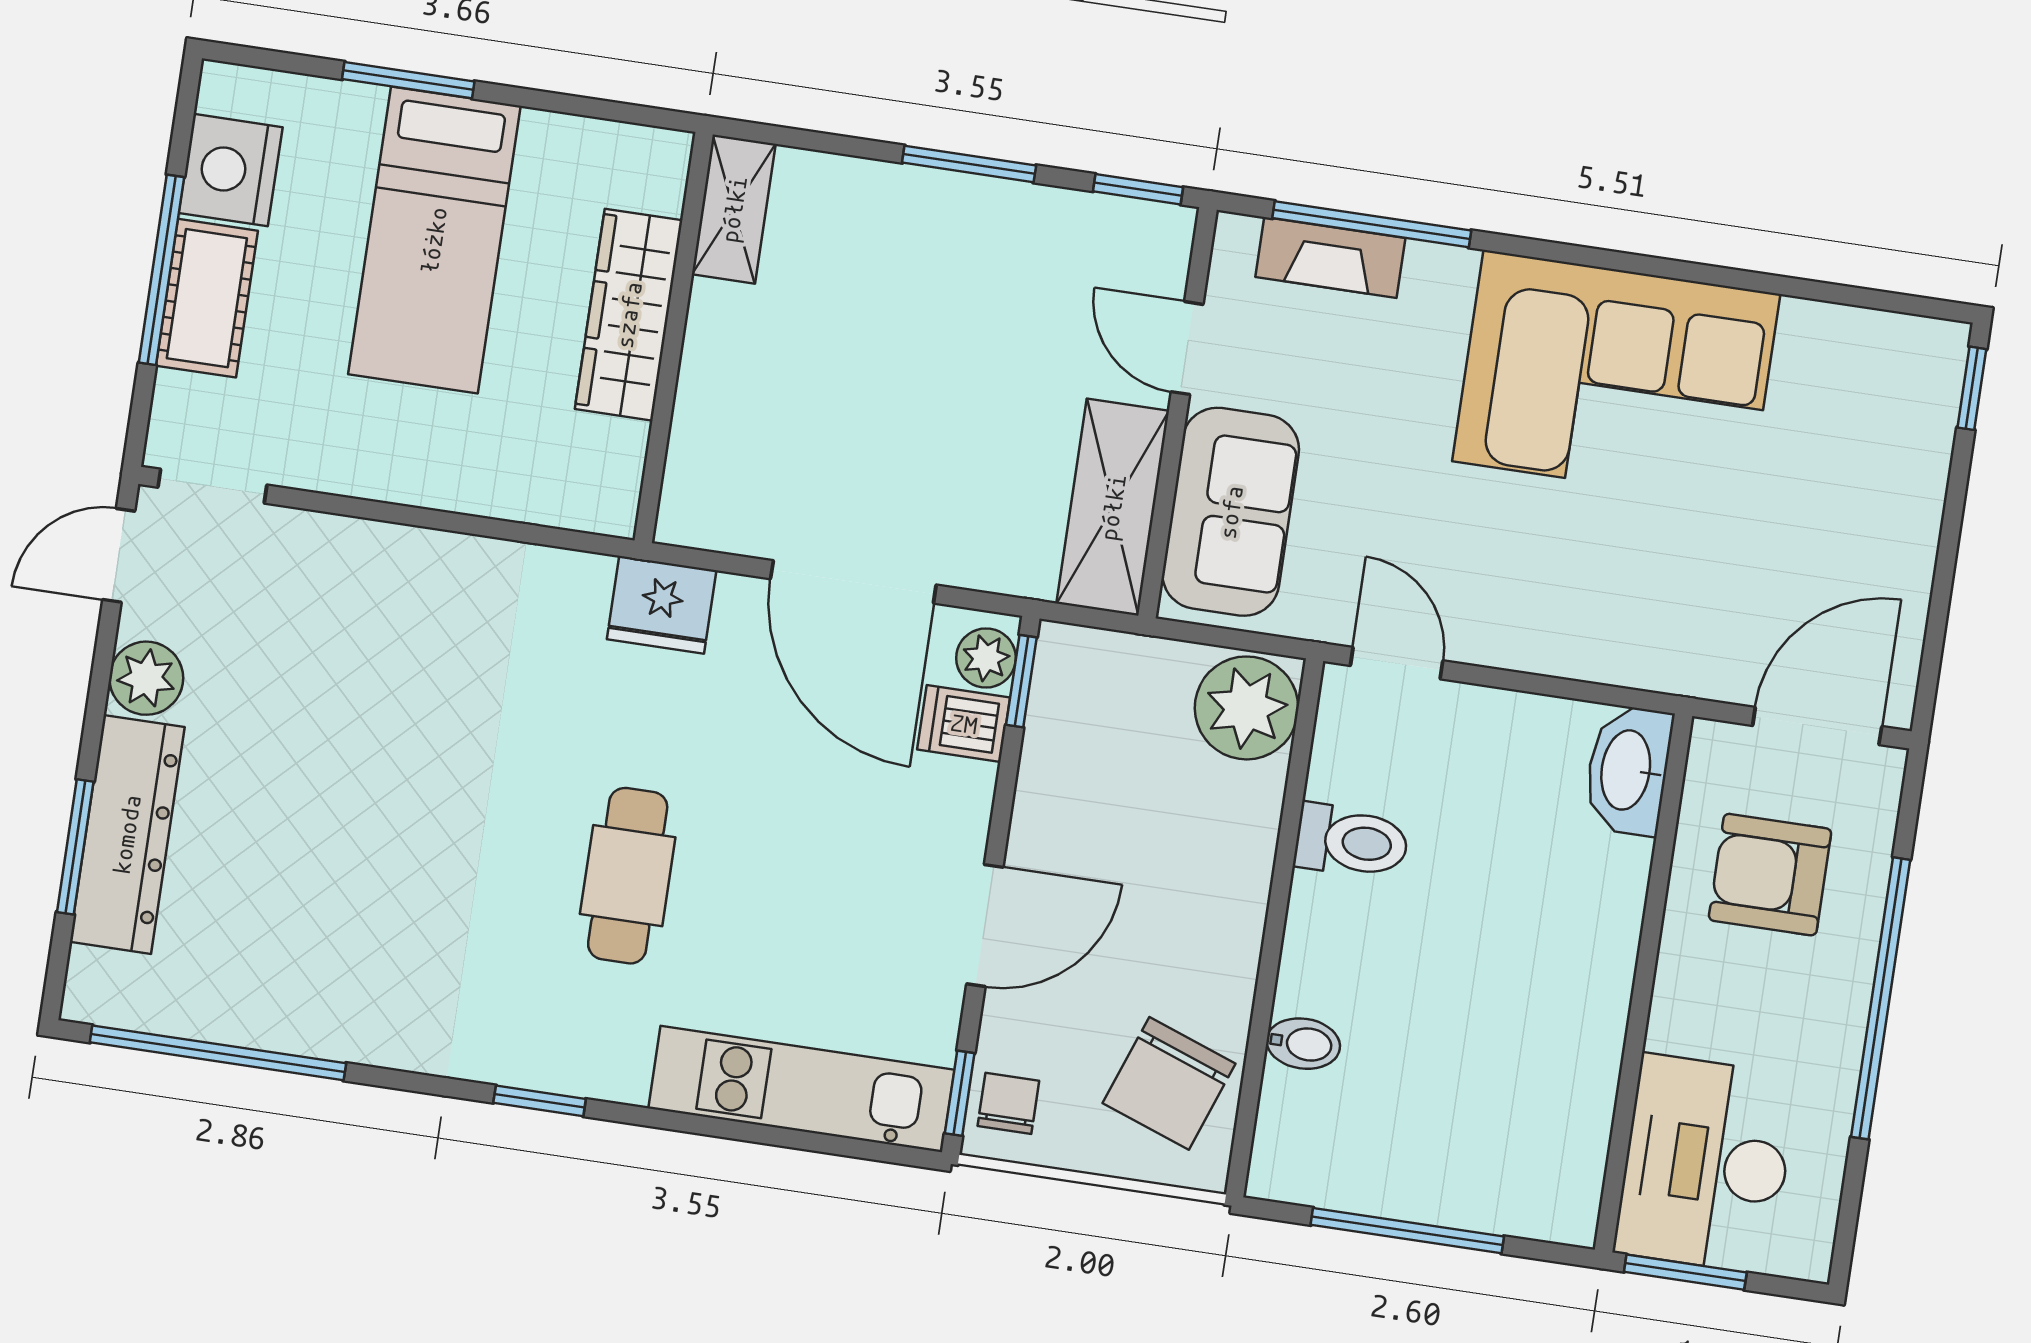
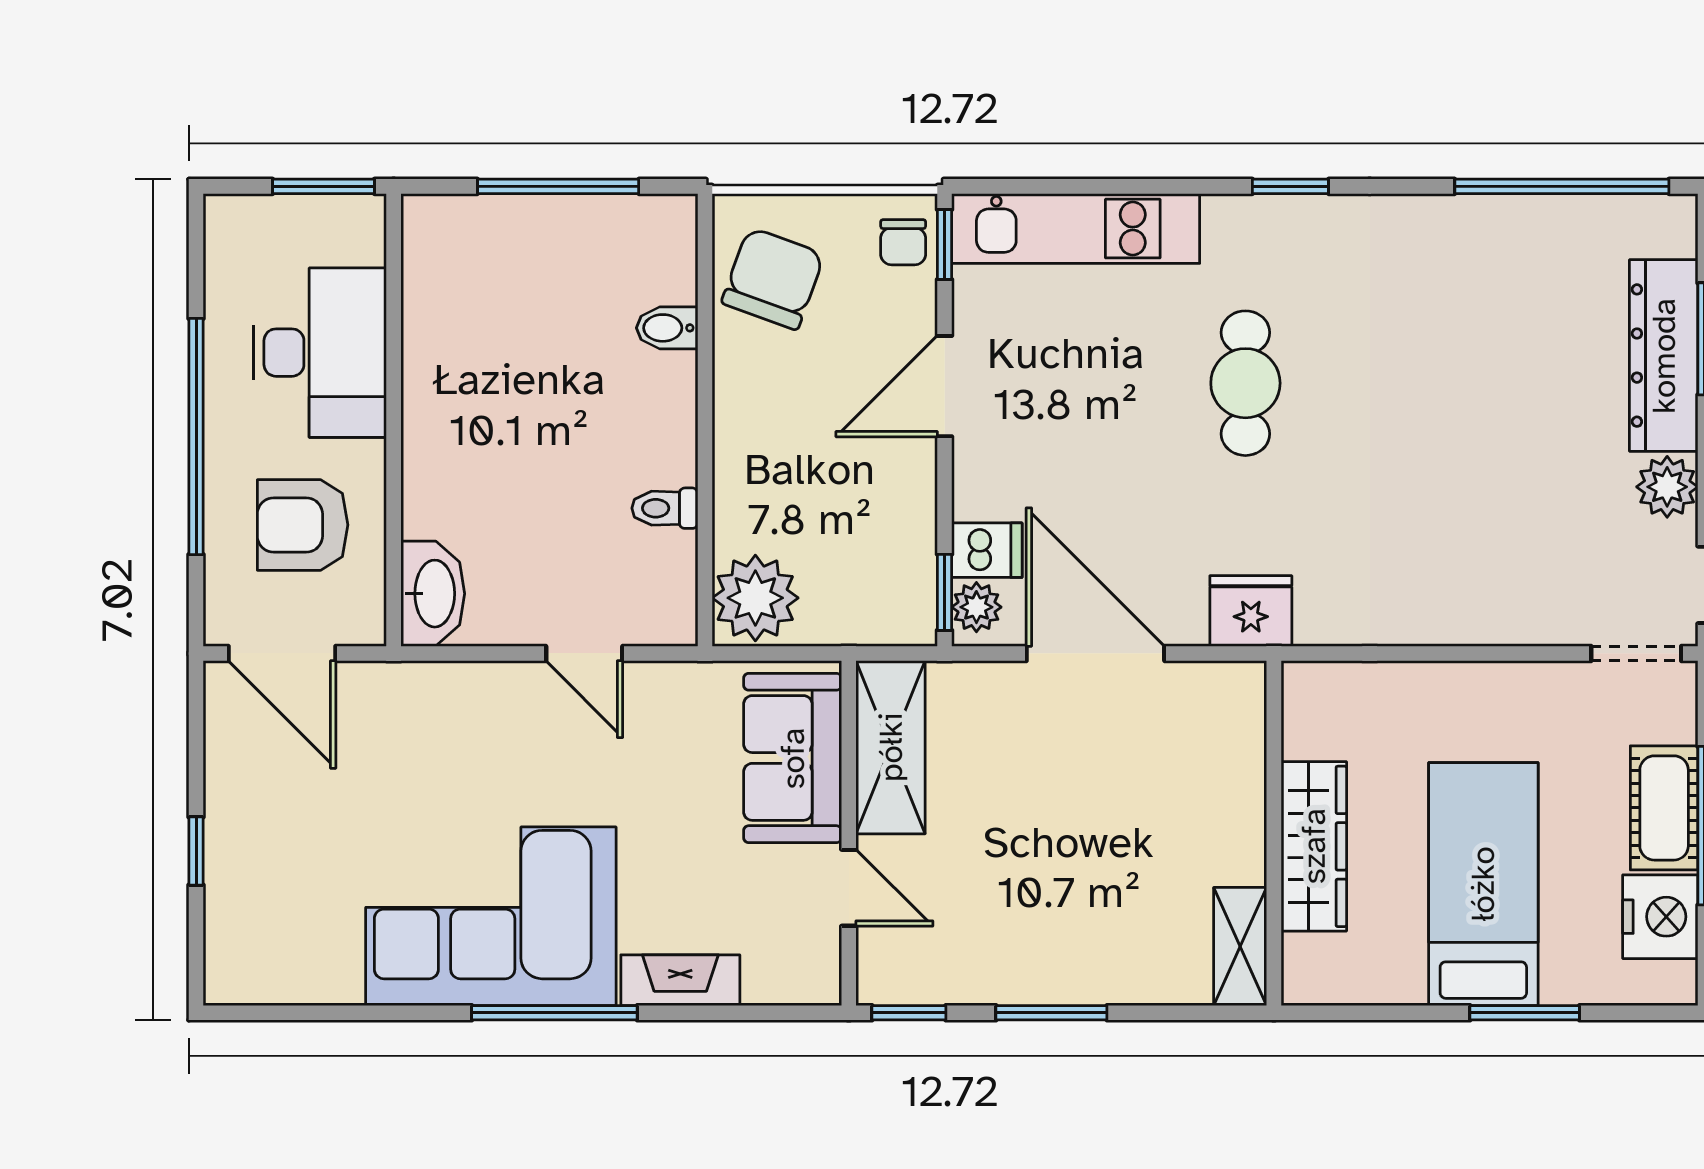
window: (1372, 224) -> (554, 1013), moved
fireplace: (1330, 257) -> (680, 980), moved
window: (1972, 388) -> (196, 851), moved
door: (1397, 663) -> (584, 653), moved
door: (1817, 726) -> (282, 653), hinge flipped
toilet: (1352, 841) -> (665, 508), width x0.73, depth x0.72
armchair: (1770, 875) -> (303, 525), turned 180
desk: (1706, 1164) -> (320, 353), moved

